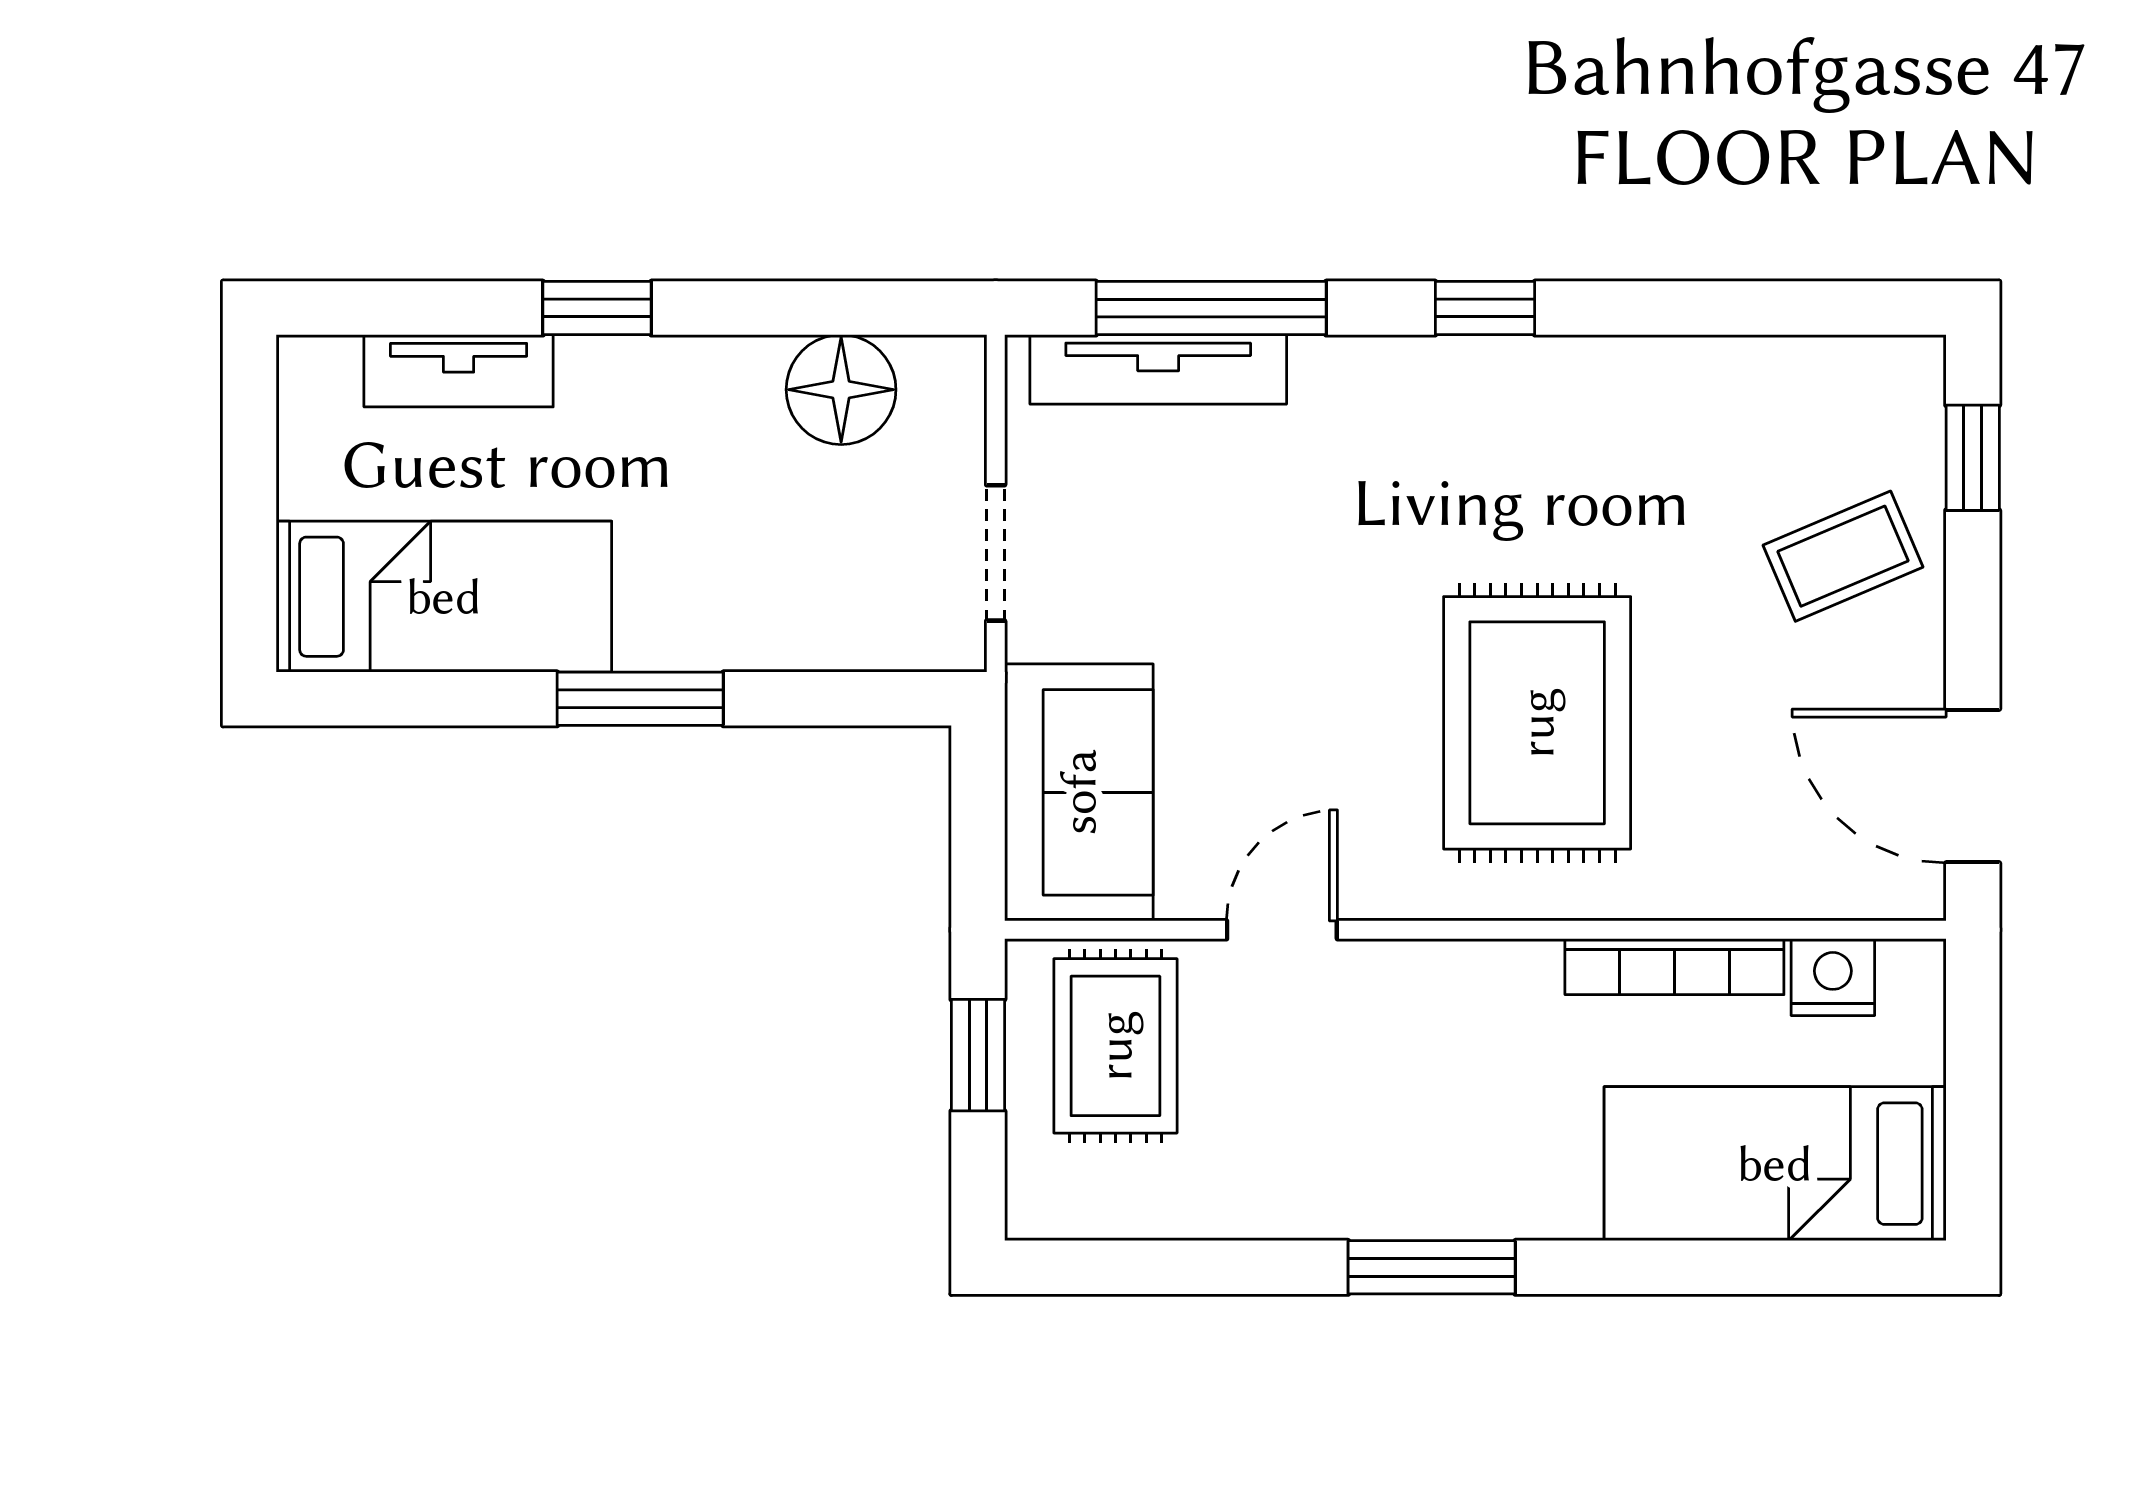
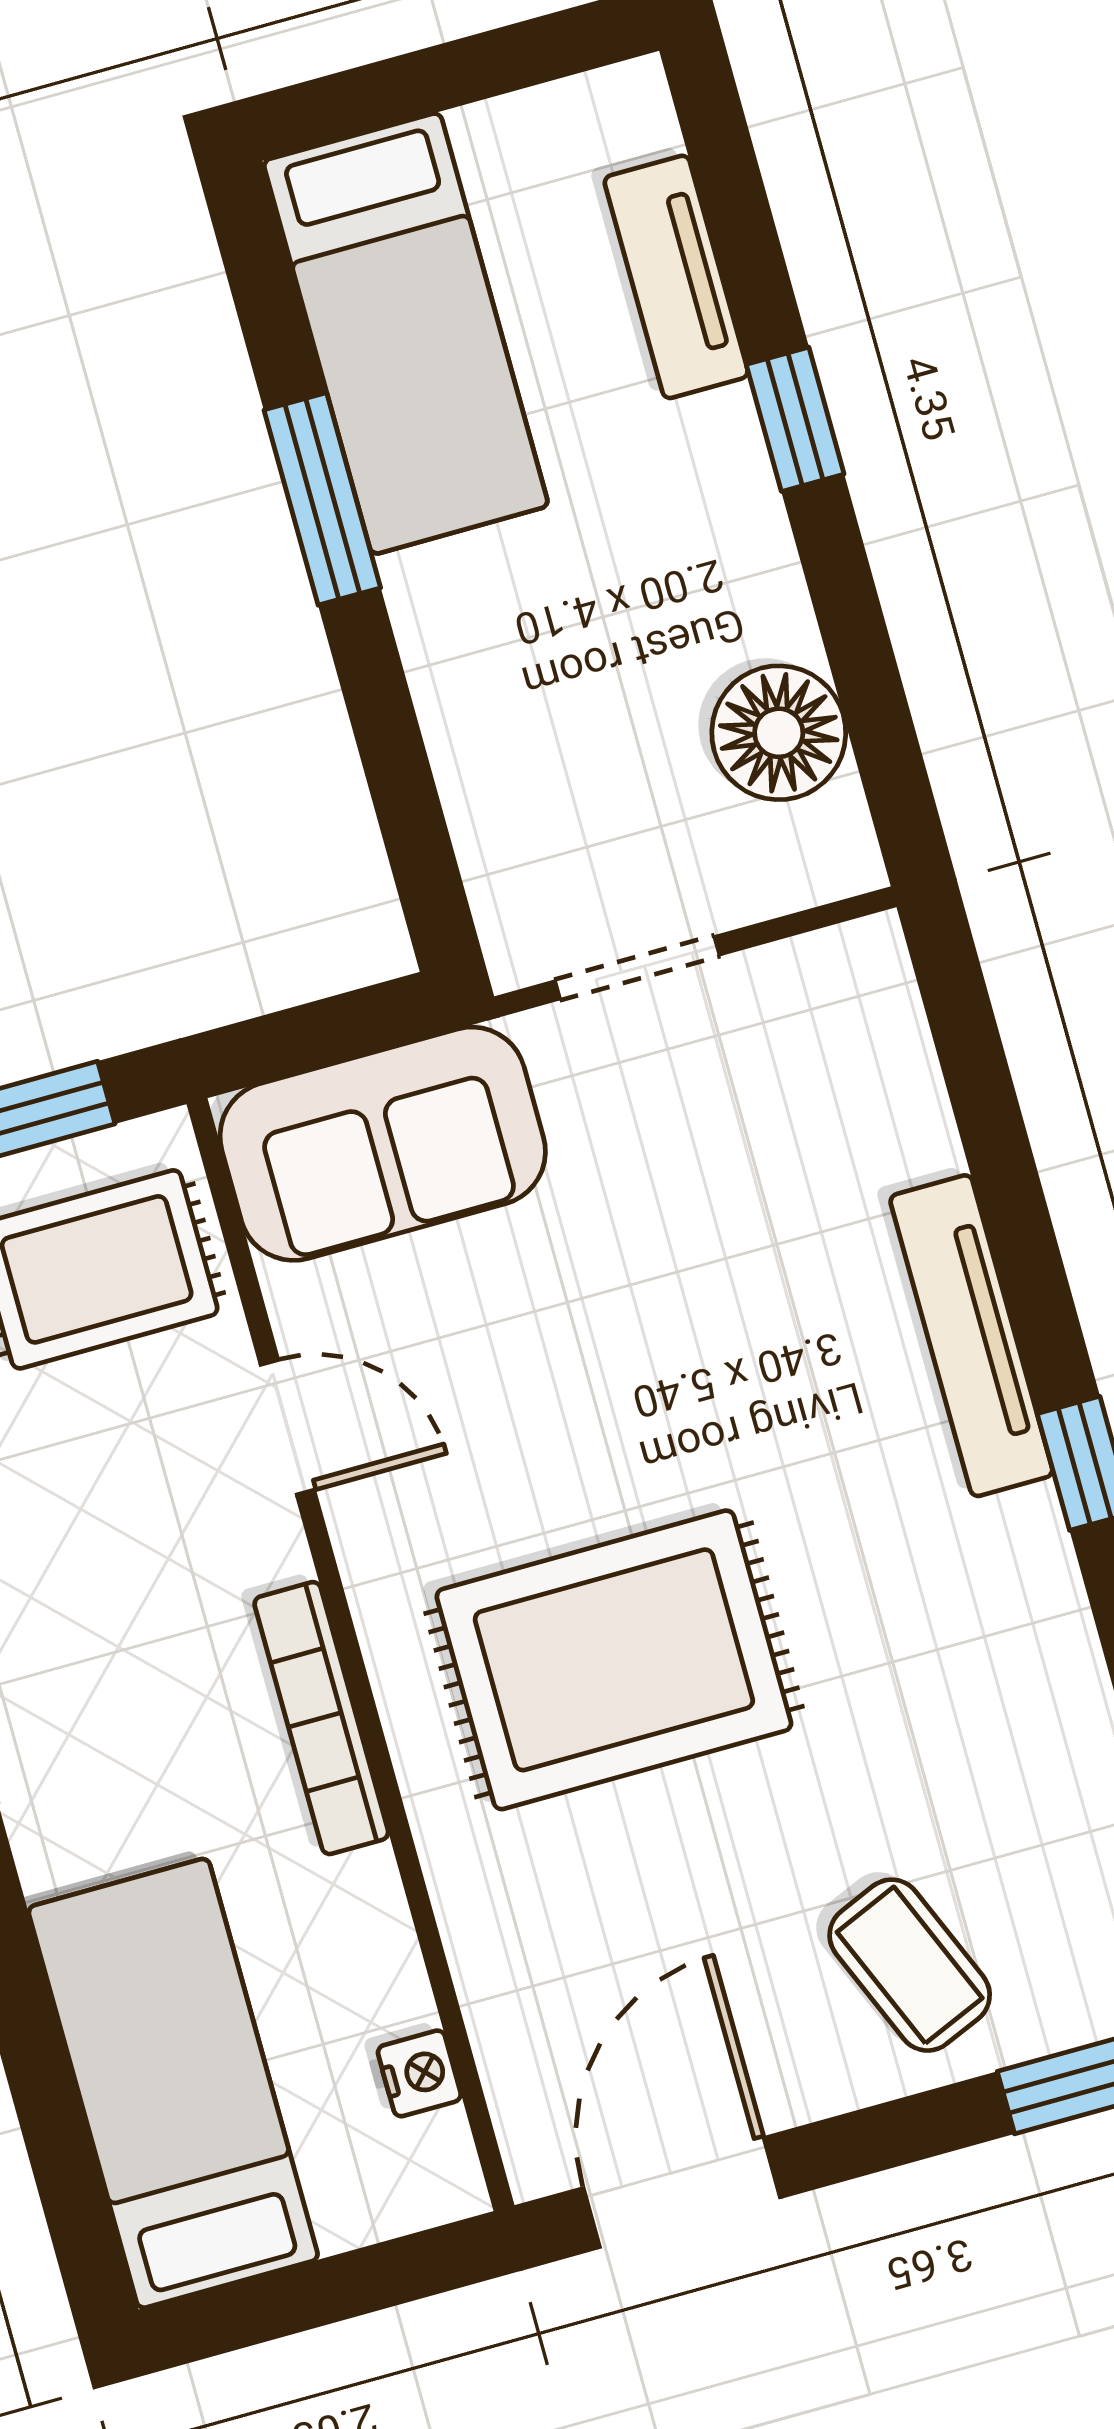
window: (1211, 308) -> (995, 1141), removed
tv unit: (1158, 369) -> (971, 1336), moved
window: (640, 699) -> (322, 499), moved
bookcase: (1674, 967) -> (321, 1718), moved
nightstand: (1833, 977) -> (419, 2073), width x0.72, depth x0.74

